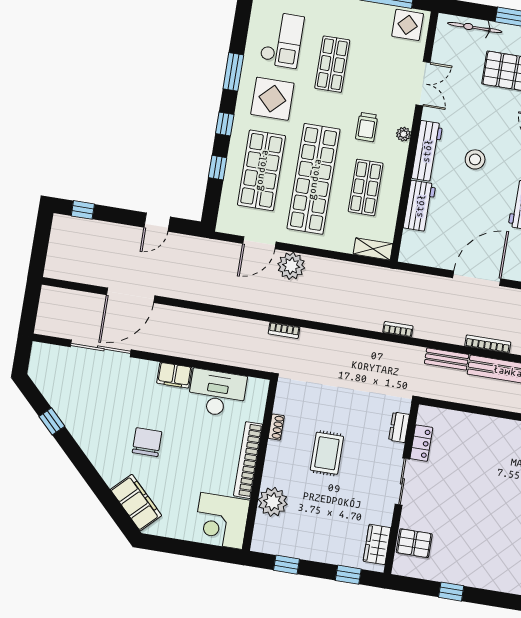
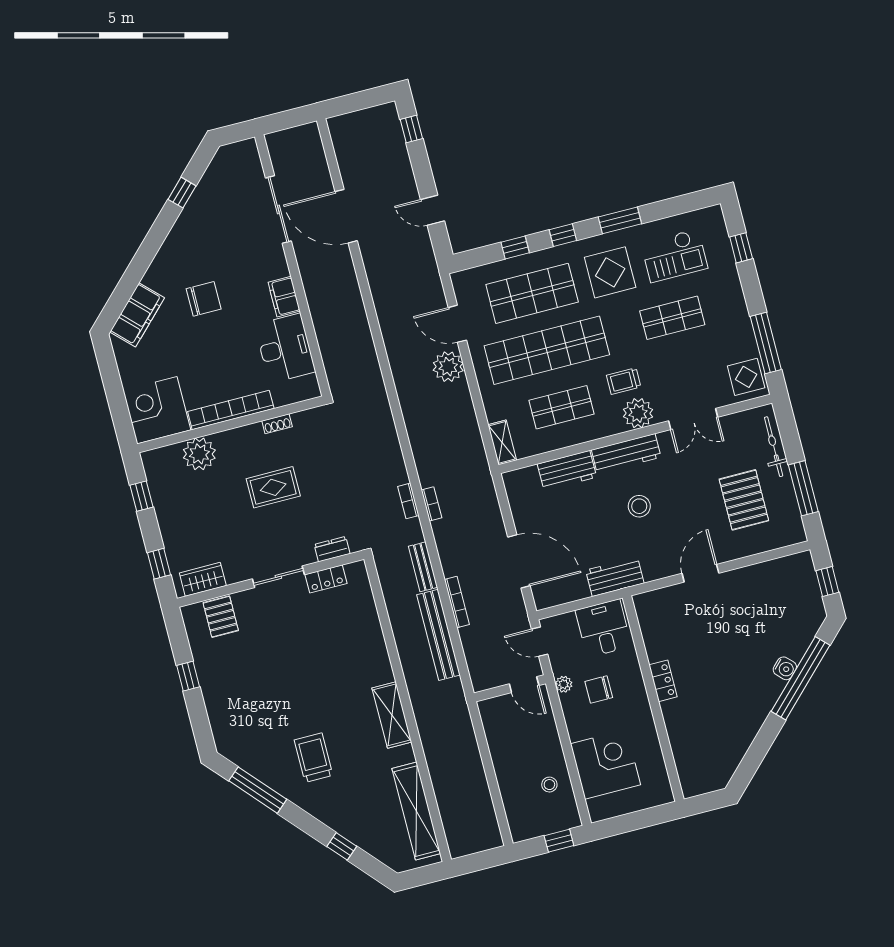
plant: (403, 134) -> (638, 413), width x1.87, depth x1.87
bookcase: (284, 330) -> (408, 501), moved

